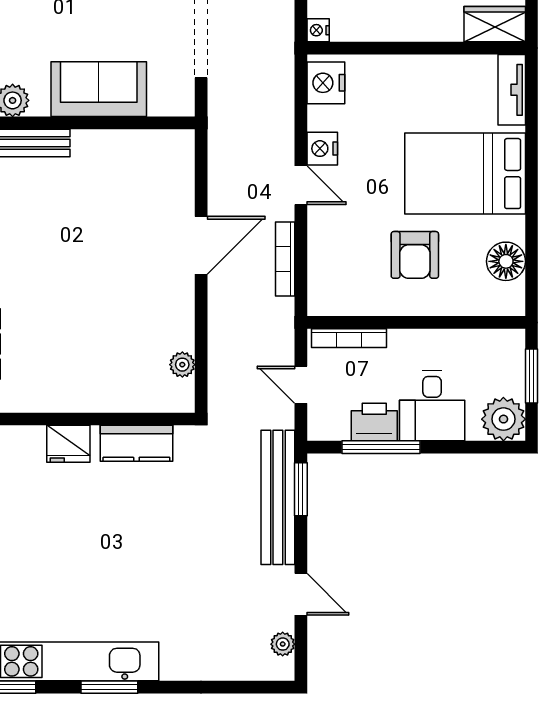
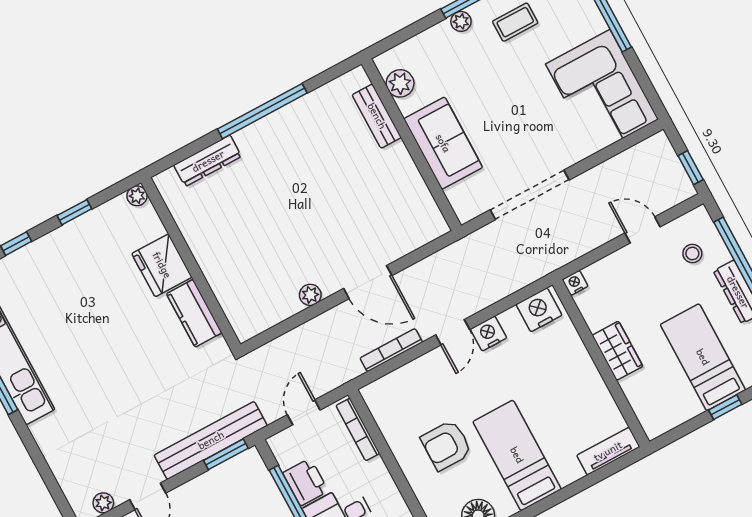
wardrobe: (495, 24) -> (617, 351), moved
bed: (465, 174) -> (517, 455), width x0.67
plant: (182, 365) -> (310, 295), moved
fridge: (68, 444) -> (162, 265), width x1.36, depth x1.34

